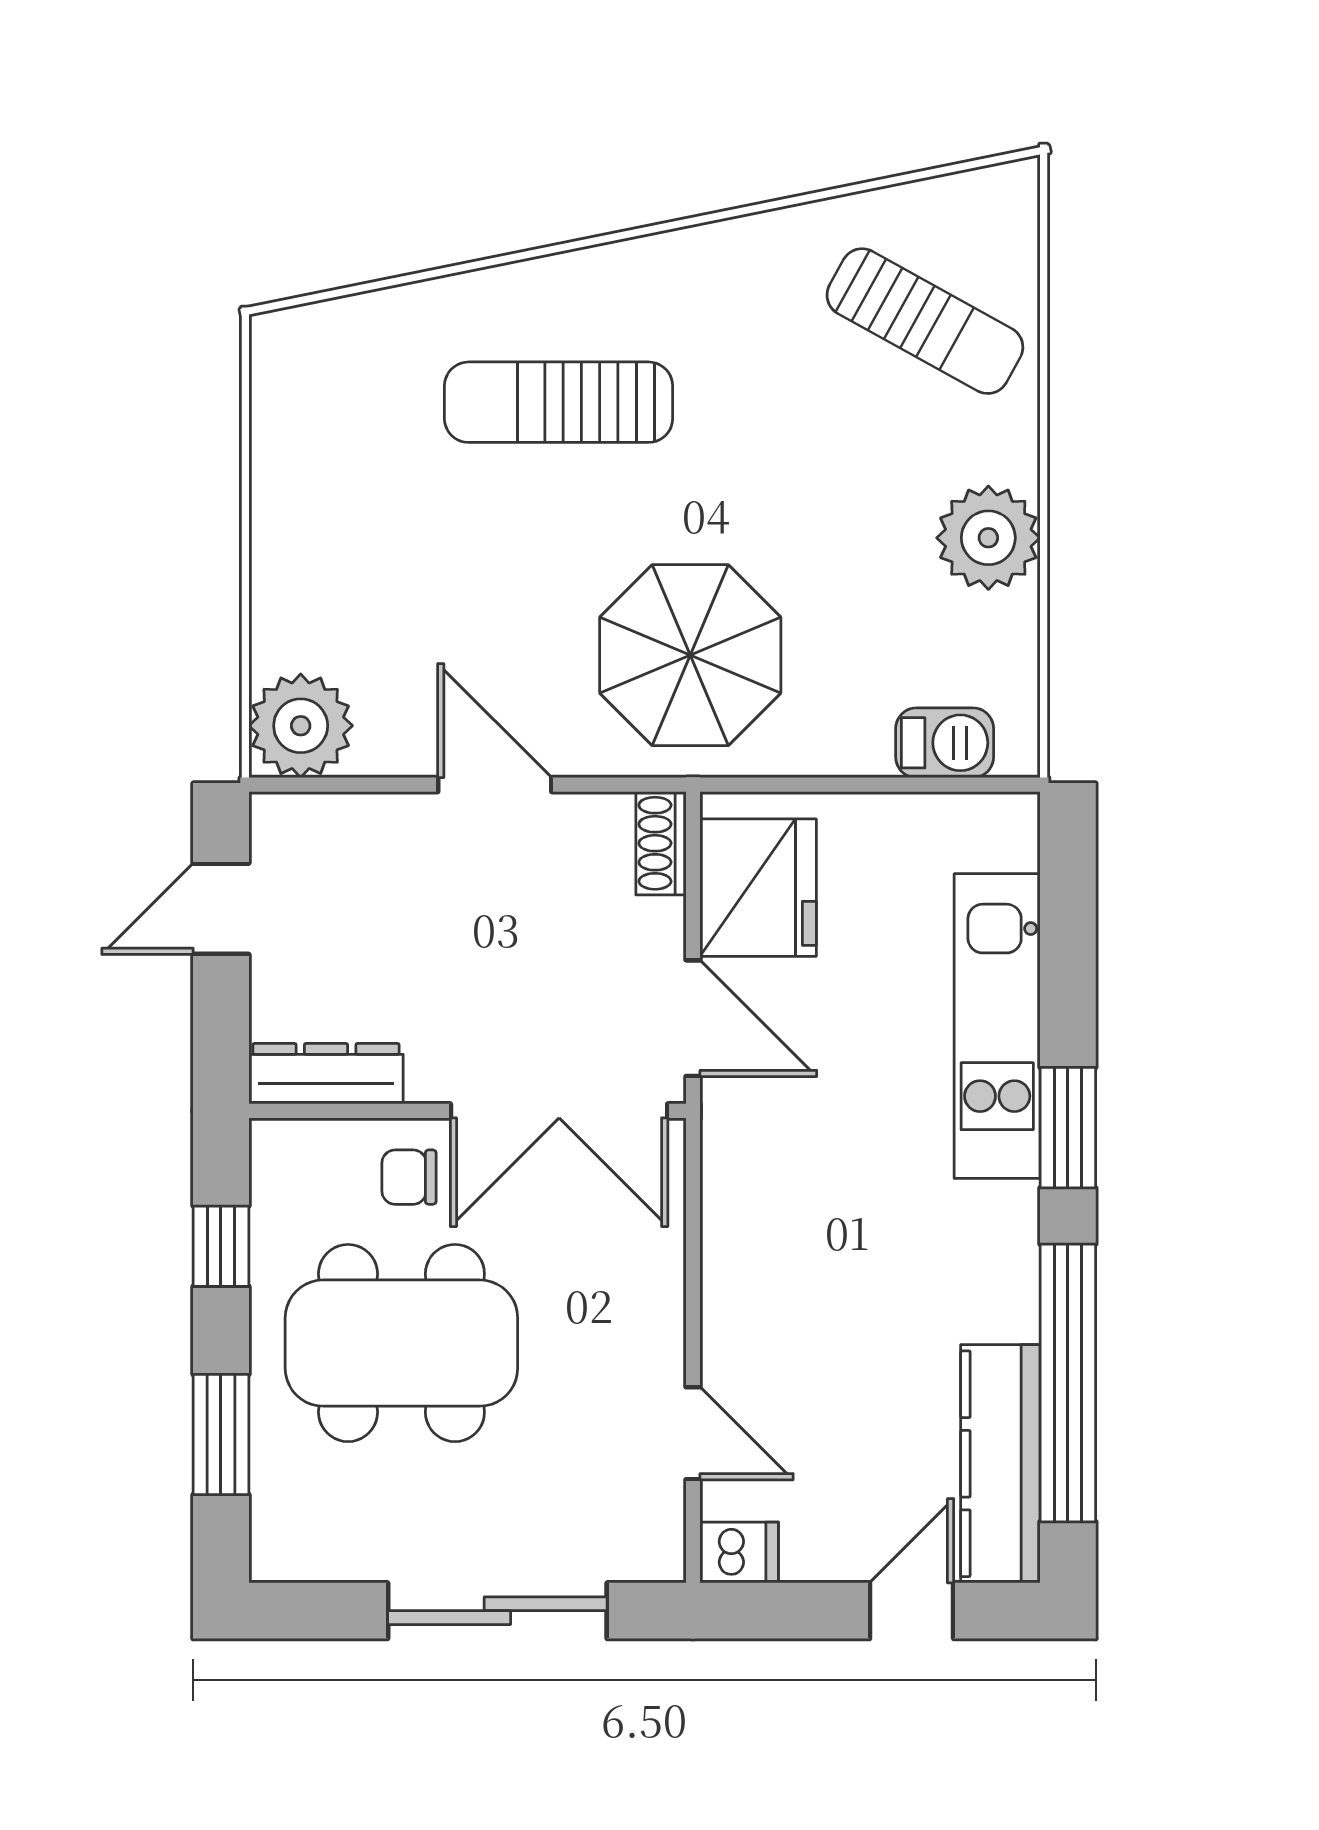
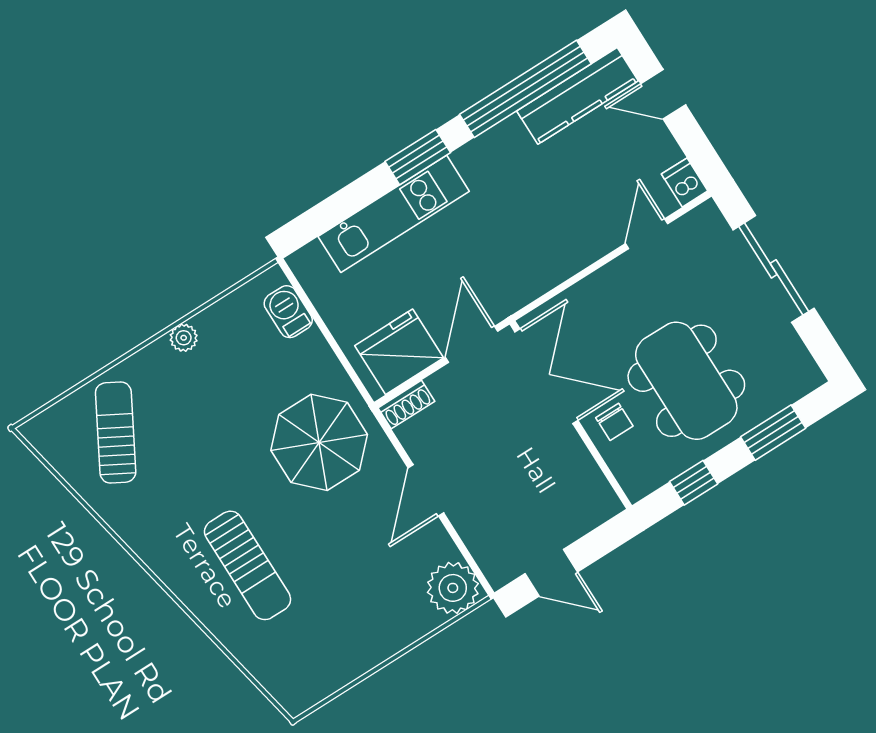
plant: (988, 538) -> (184, 338), width x0.53, depth x0.53
dresser: (326, 1074) -> (593, 484), removed

